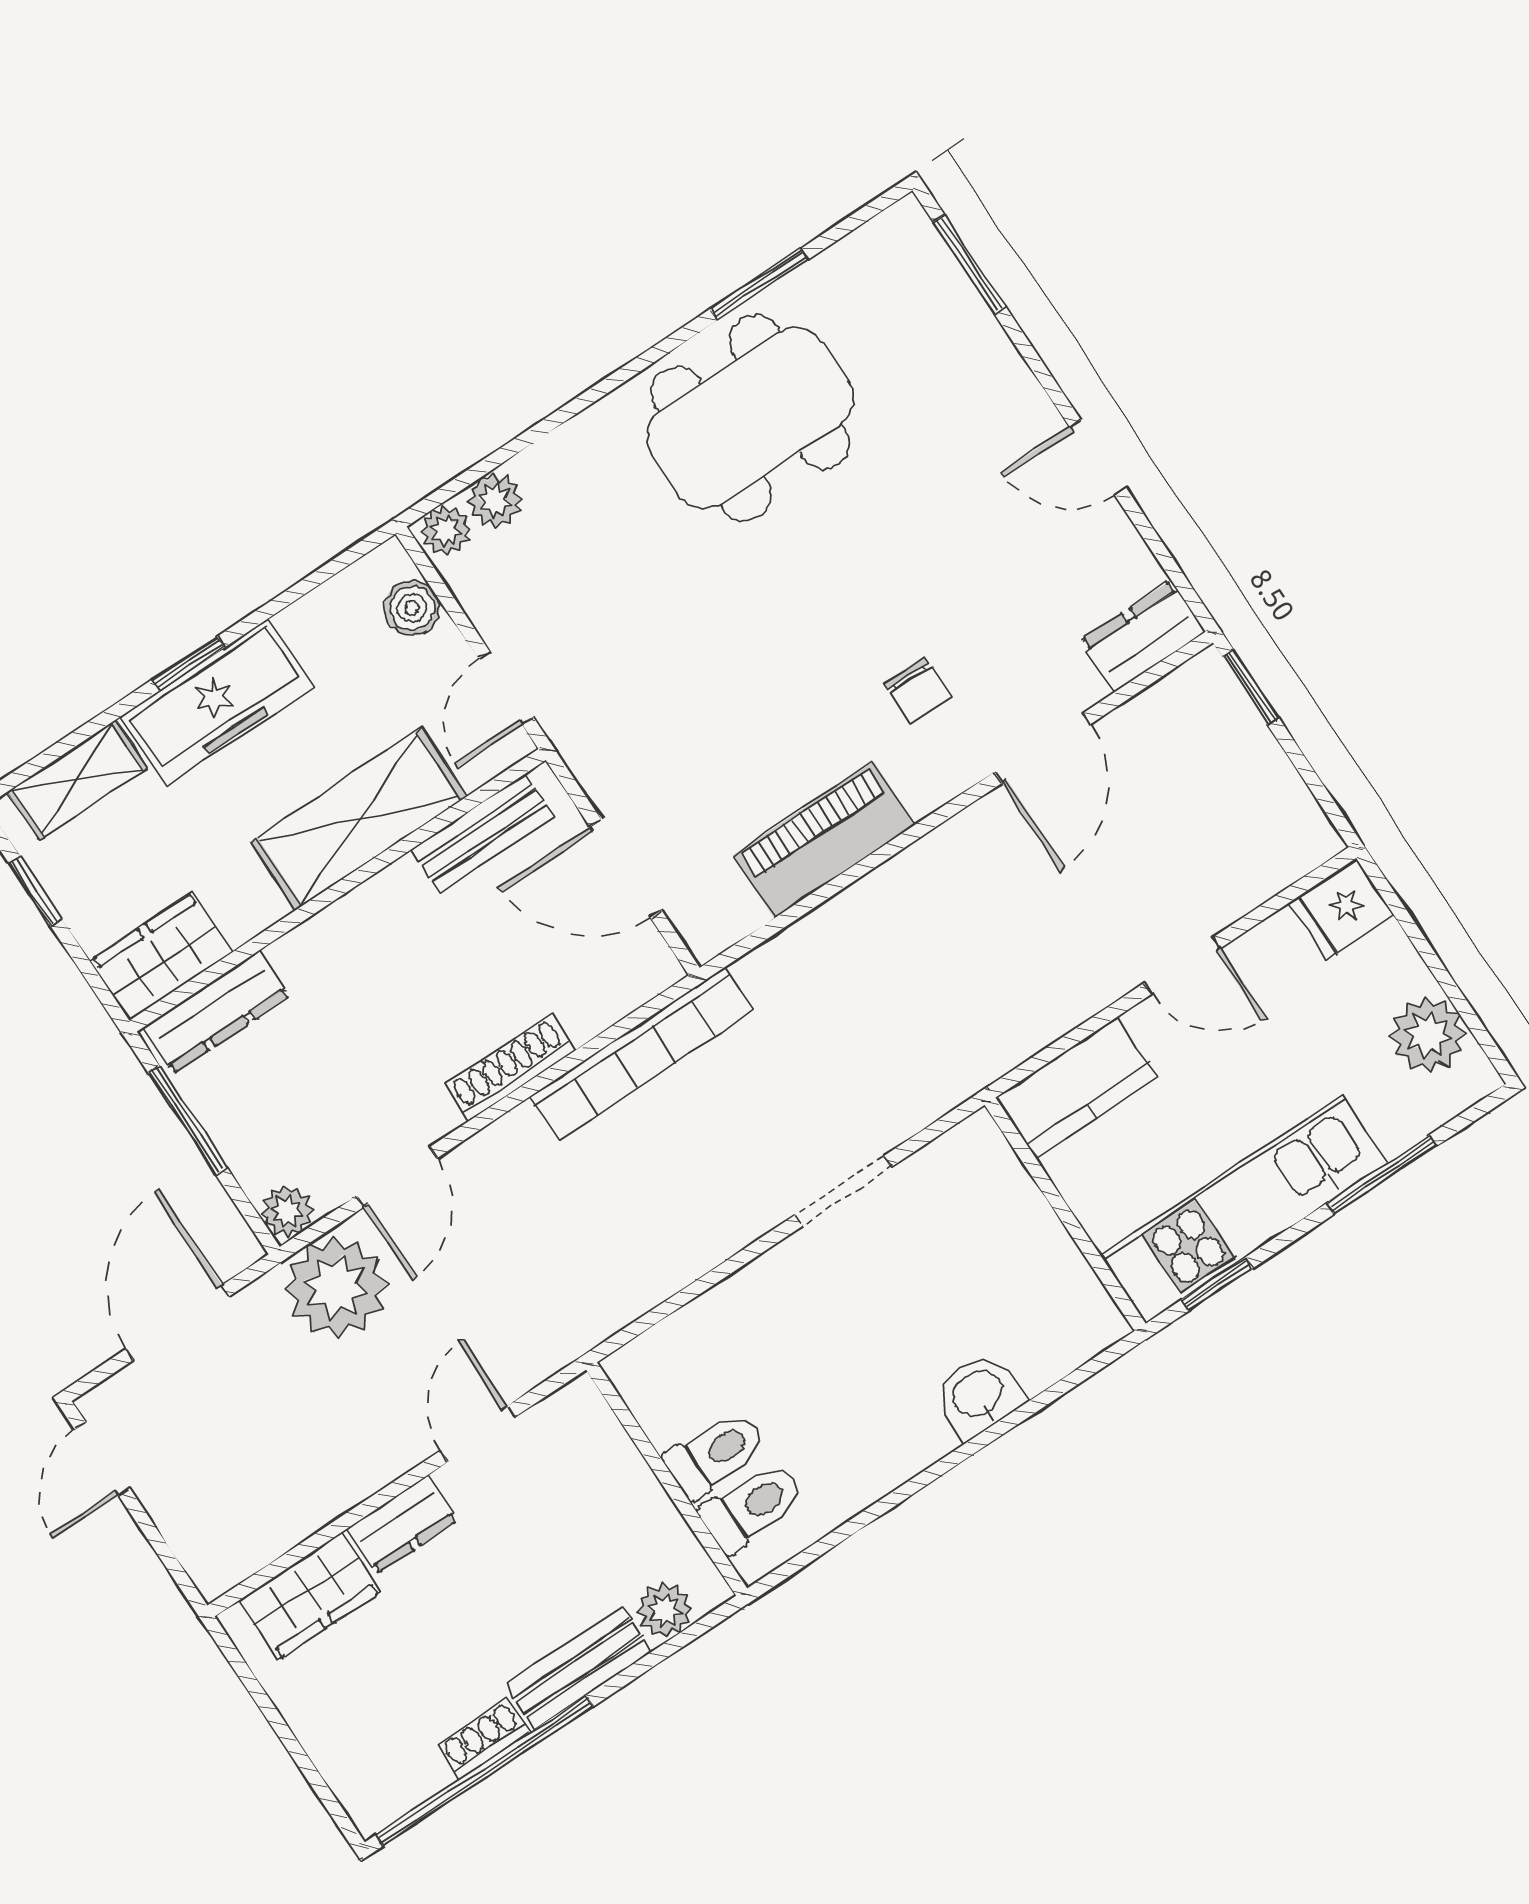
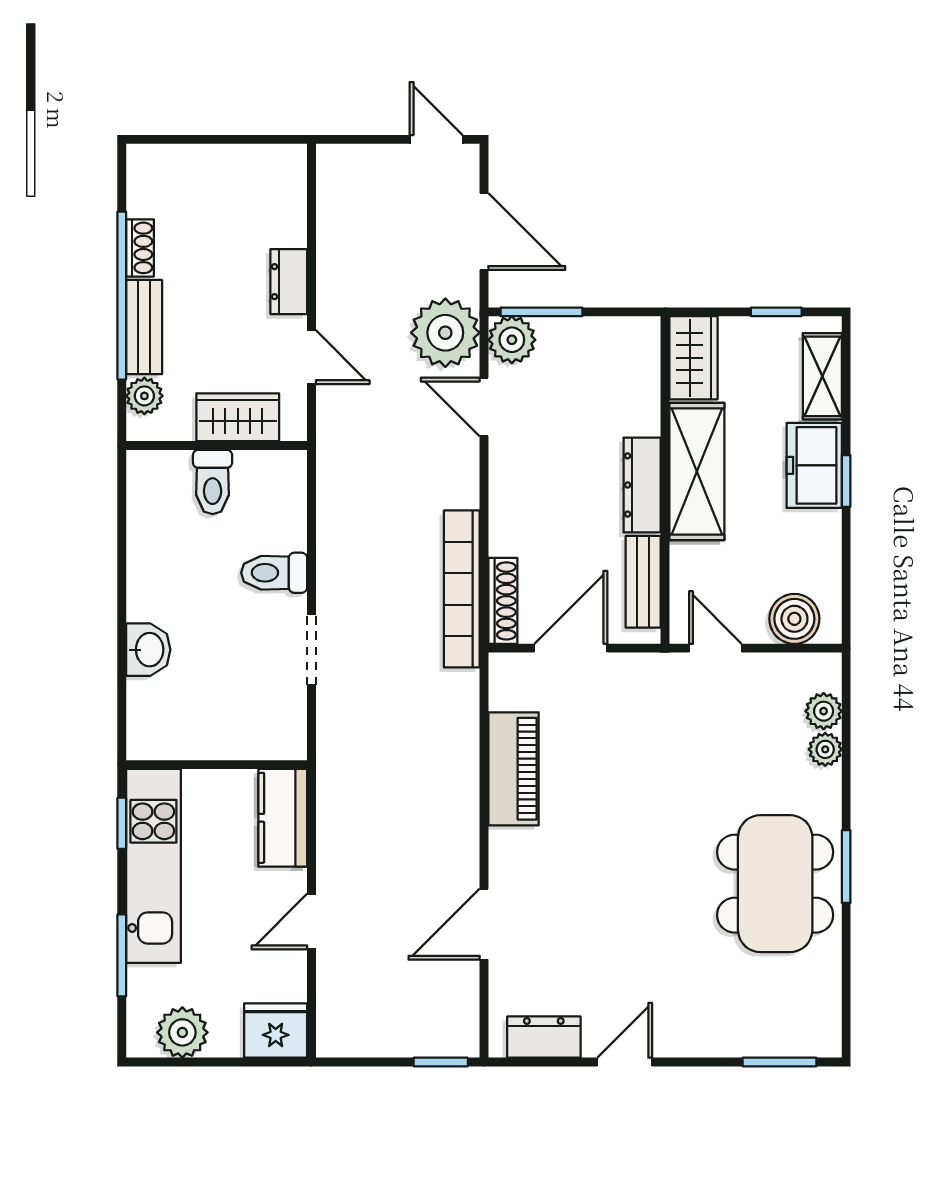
window: (759, 284) -> (846, 867), moved
plant: (446, 530) -> (825, 749), moved
boiler: (412, 608) -> (794, 619), width x1.36, depth x1.36
dresser: (1143, 636) -> (544, 1037), moved, turned -90
chair: (918, 690) -> (562, 876), removed
freezer: (217, 702) -> (814, 465), width x0.71
door: (1043, 748) -> (484, 924), hinge flipped
shelving: (359, 819) -> (697, 472), moved
fridge: (1341, 909) -> (276, 1031), width x1.38
dresser: (217, 1012) -> (642, 485), moved
shoe rack: (510, 1068) -> (503, 601), moved
window: (188, 1120) -> (541, 312), moved
plant: (287, 1211) -> (512, 340), width x1.38, depth x1.38
toilet: (752, 1507) -> (274, 573), moved, turned 90
wardrobe: (310, 1596) -> (238, 417), moved, turned 90
window: (485, 1771) -> (122, 296), moved

